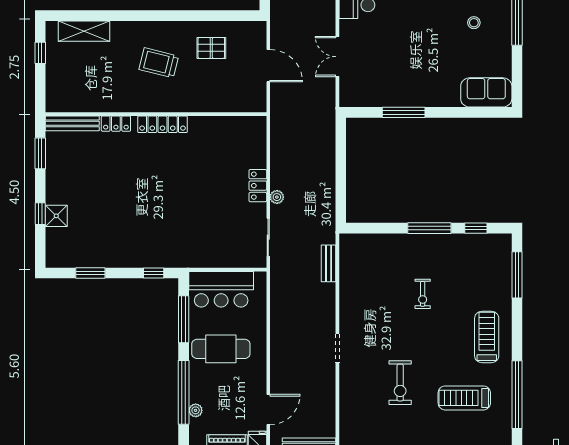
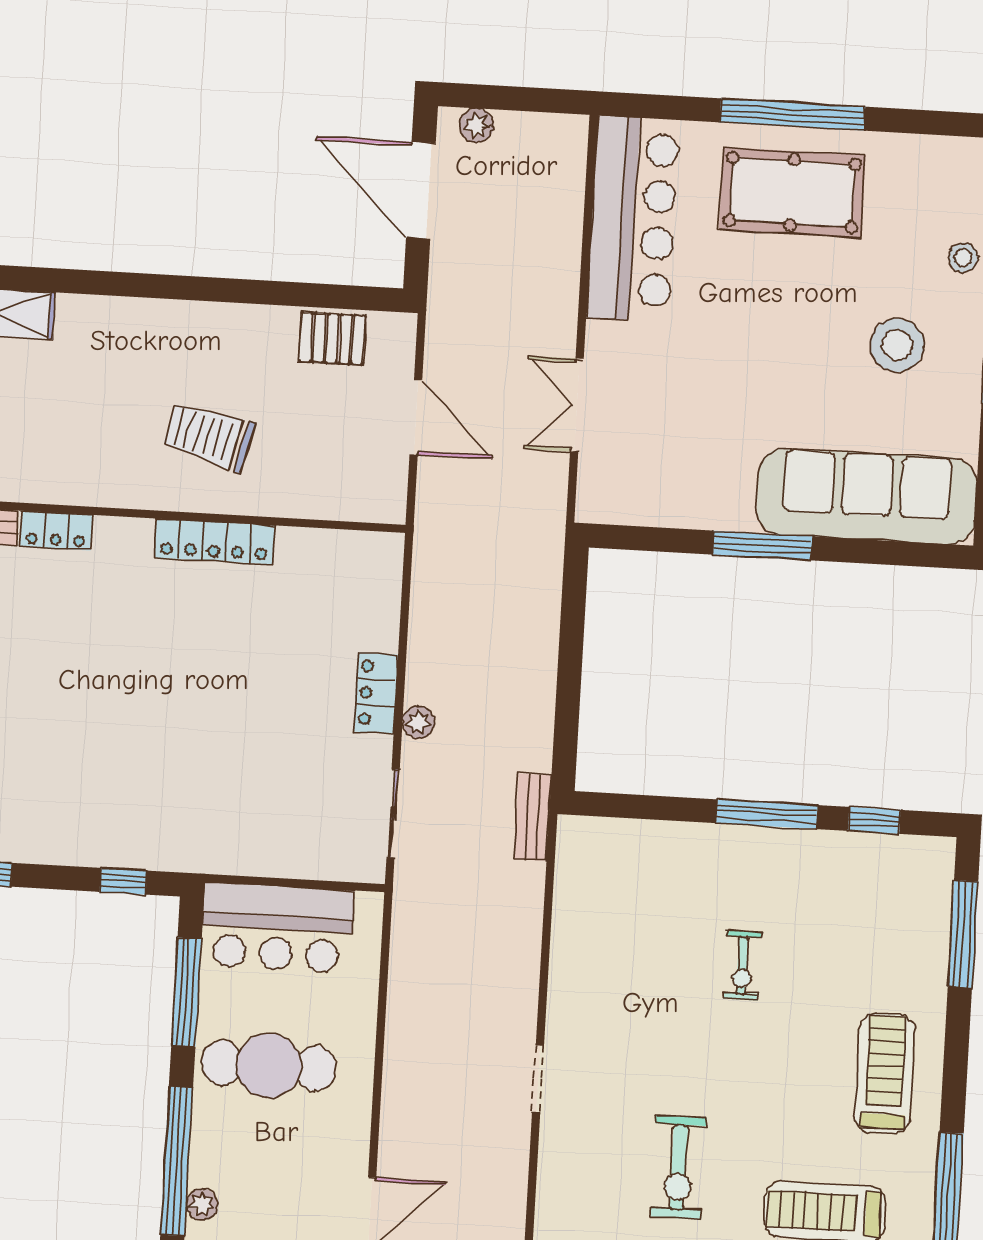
stool: (474, 23) -> (897, 345), width x1.89, depth x1.89
pallet: (211, 48) -> (332, 338), moved
trolley: (159, 63) -> (208, 436), moved
sofa: (486, 92) -> (867, 496), width x1.85, depth x1.27
window: (404, 112) -> (762, 545), moved
locker: (163, 124) -> (214, 541), moved
bench: (329, 263) -> (533, 817), moved

